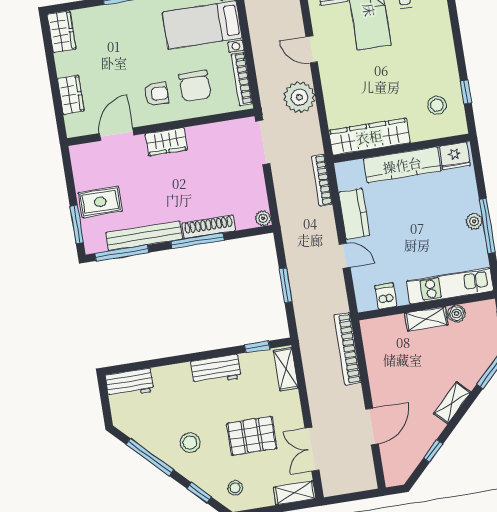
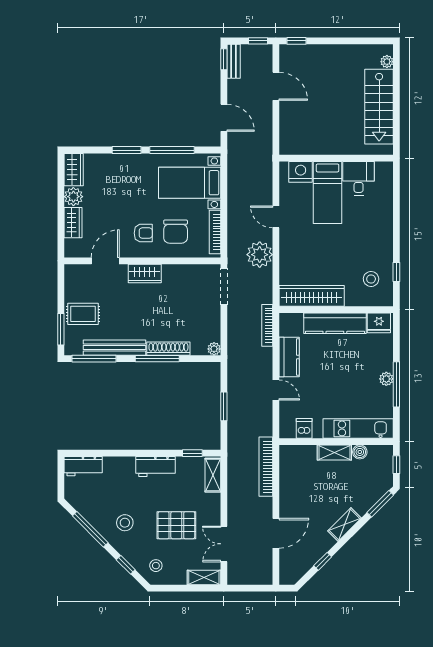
plant: (66, 64) -> (73, 197), added

